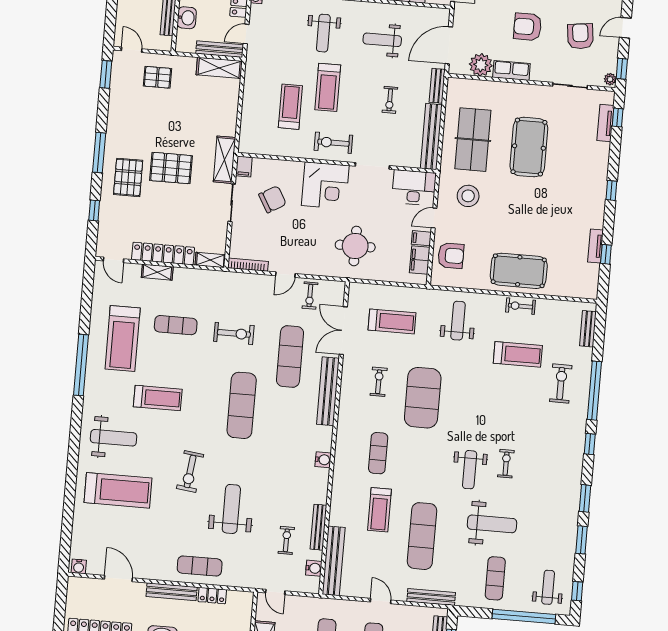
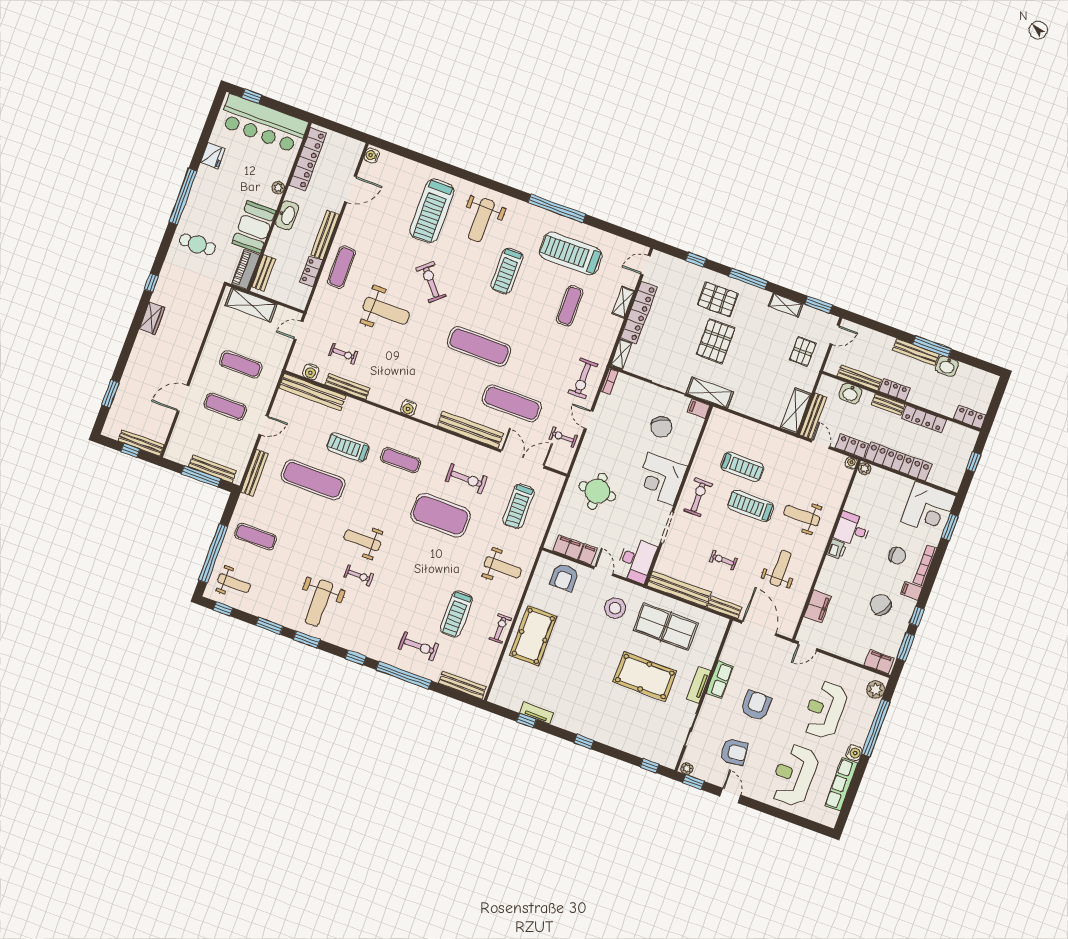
plant: (481, 65) -> (733, 653), removed
shelving: (115, 107) -> (786, 305), added
tv unit: (605, 123) -> (699, 685), moved, turned -90
bookcase: (248, 265) -> (610, 381), width x0.64
bench: (588, 329) -> (462, 685), width x1.36
exercise bike: (234, 333) -> (583, 379), moved
exercise bike: (379, 382) -> (466, 479), width x1.38, depth x1.39
exercise bike: (190, 471) -> (431, 282), turned 42
weight bench: (492, 524) -> (319, 603), moved

